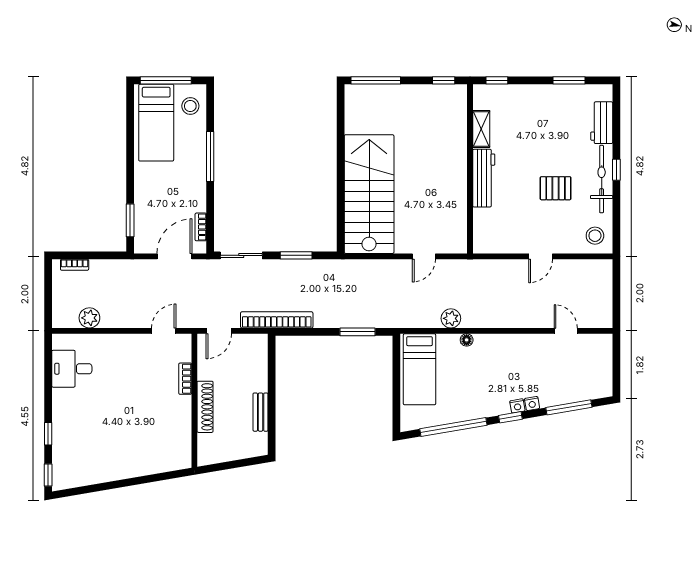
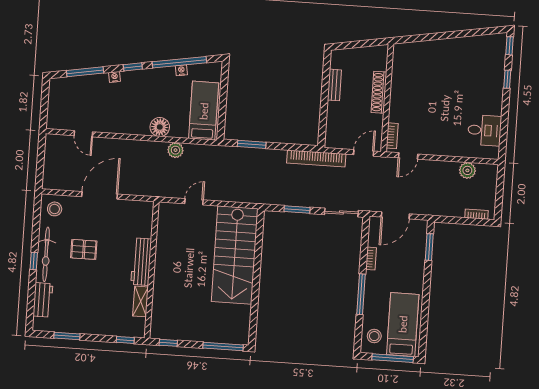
bookcase: (201, 227) -> (371, 259), moved
door: (541, 256) -> (100, 195), width x1.88
floor lamp: (467, 340) -> (160, 127), width x1.89, depth x1.89
bookcase: (185, 379) -> (392, 136), moved
nightstand: (517, 406) -> (181, 70), moved

